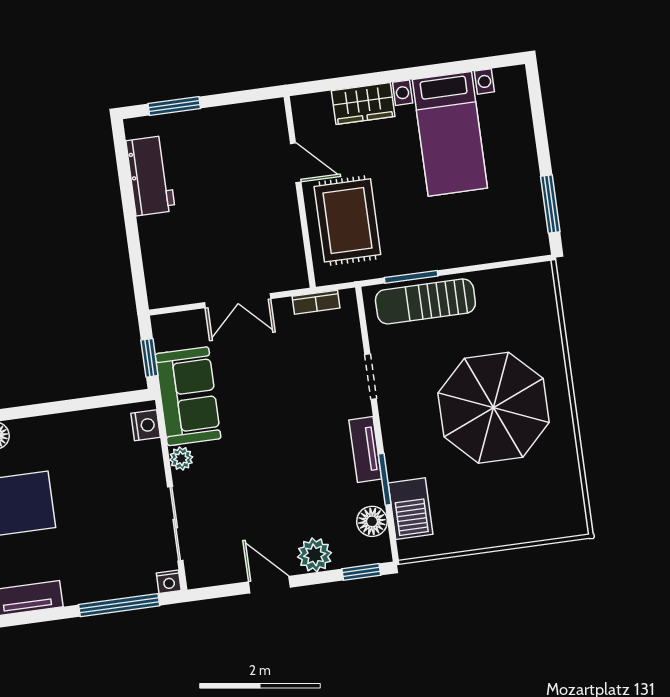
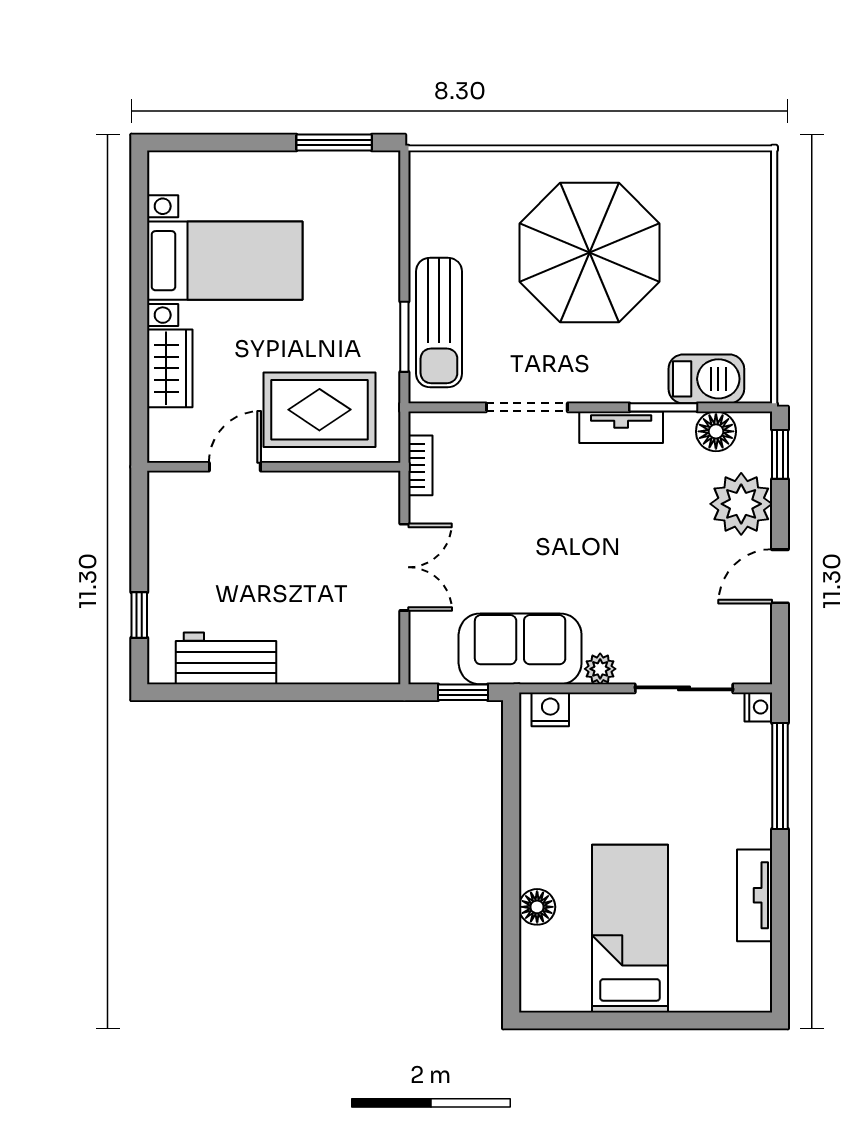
window: (174, 106) -> (139, 615), width x0.67
doorway: (370, 376) -> (527, 407), width x1.38
plant: (315, 555) -> (741, 504), width x1.36, depth x1.36

